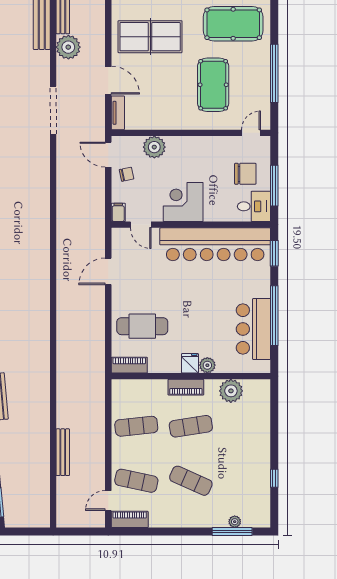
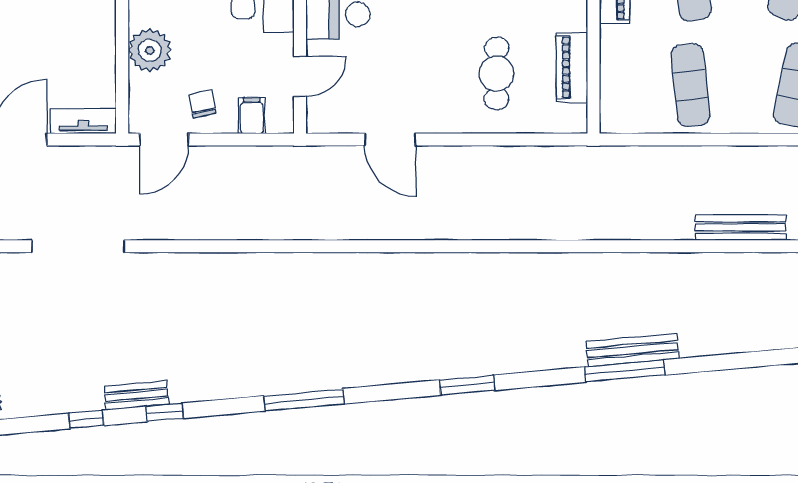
filing cabinet: (118, 212) -> (252, 116), moved, turned 90
cafe table: (142, 326) -> (497, 74), width x0.73, depth x0.74
piano: (129, 365) -> (572, 67), moved

